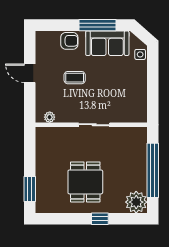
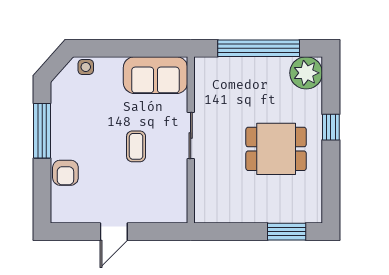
armchair: (69, 41) -> (65, 173), turned 180
sofa: (107, 43) -> (155, 75), moved, turned 90
coffee table: (75, 78) -> (136, 146), moved
plant: (50, 117) -> (179, 202), removed

